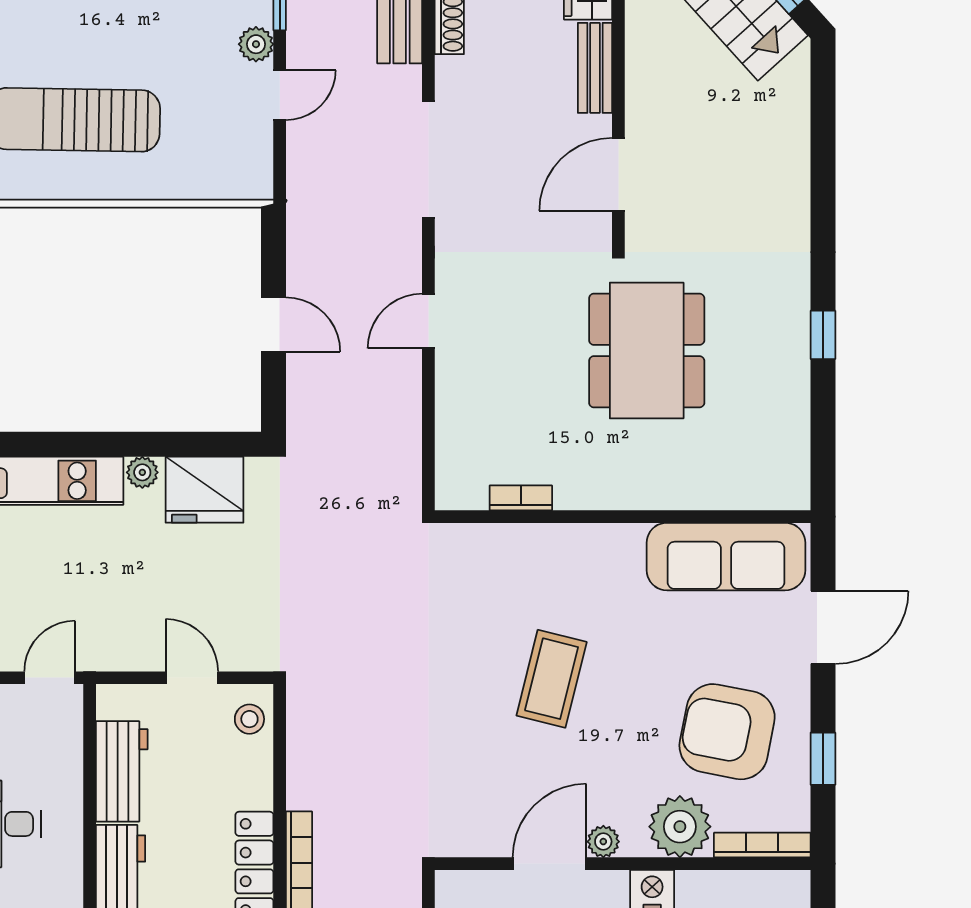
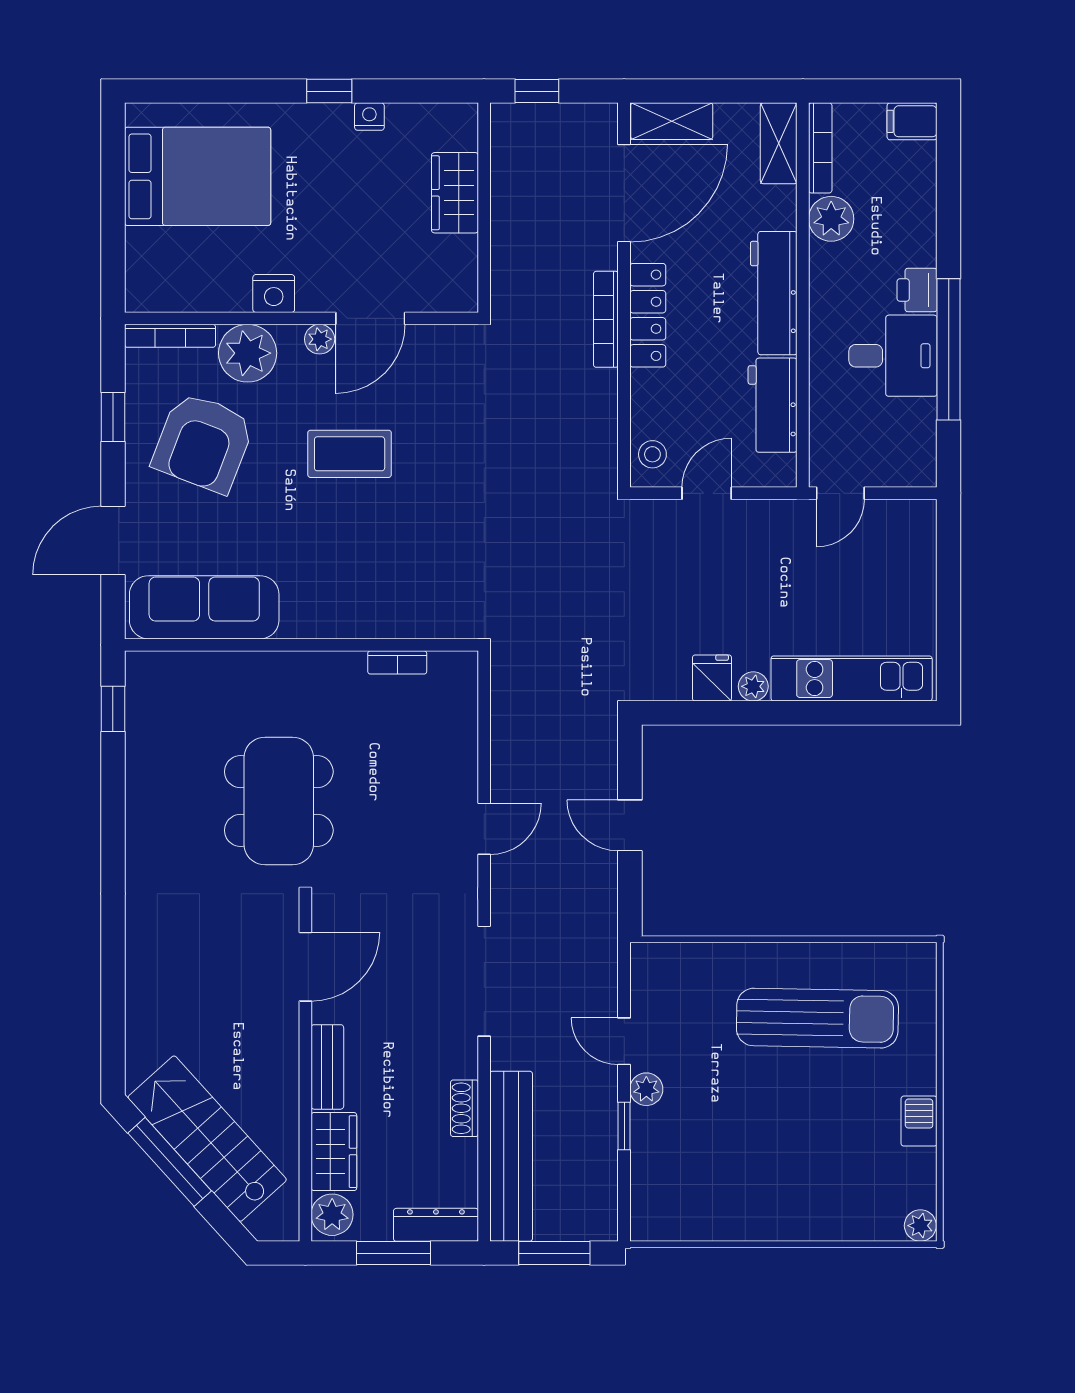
door: (280, 95) -> (624, 1041), hinge flipped
window: (823, 335) -> (113, 709), moved
fridge: (204, 490) -> (712, 678), width x0.53, depth x0.75
door: (192, 678) -> (707, 493), swing flipped
coffee table: (552, 679) -> (350, 454), moved, turned 76
armchair: (727, 732) -> (203, 443), turned 100

